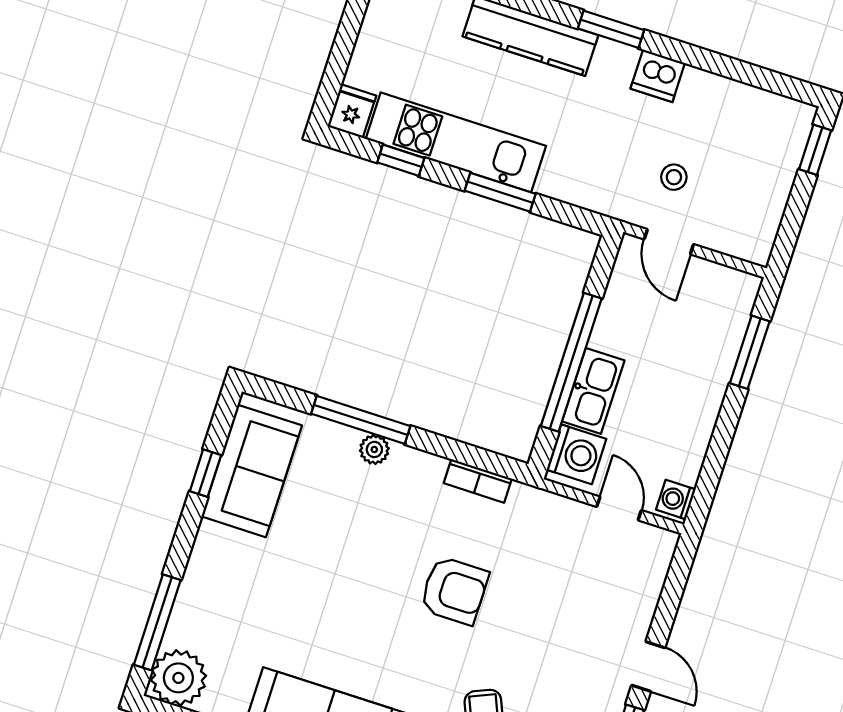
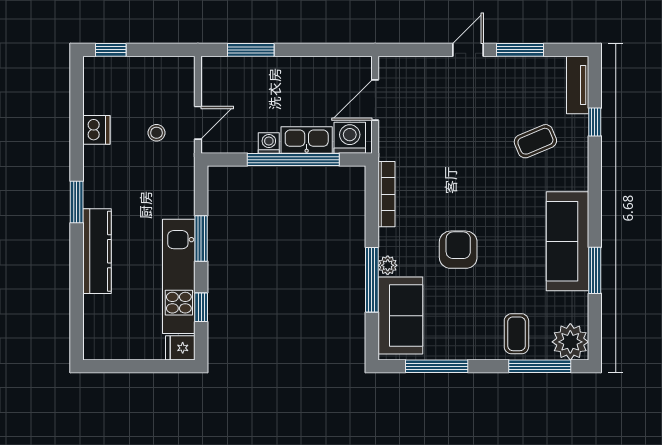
dishwasher: (658, 76) -> (96, 130), moved
sofa: (252, 471) -> (400, 316), moved, turned 90
window: (205, 473) -> (437, 366), width x2.17
bookcase: (478, 481) -> (386, 194), width x1.56
washing machine: (676, 500) -> (269, 143), moved, turned 180
door: (619, 508) -> (375, 100), width x1.38
armchair: (454, 590) -> (458, 250), moved
coffee table: (215, 604) -> (516, 334), added

